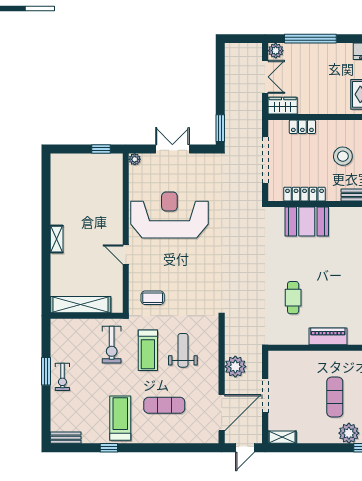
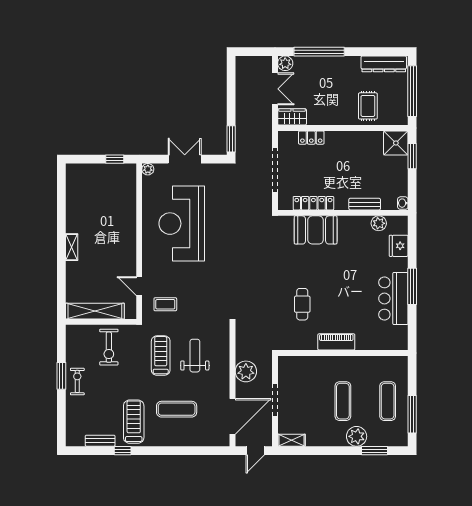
stool: (343, 156) -> (351, 166), removed
reception desk: (169, 215) -> (182, 224), turned -90
door: (126, 255) -> (139, 286), moved
exercise bike: (112, 345) -> (109, 347), moved
treadmill: (148, 350) -> (161, 356), turned 180
exercise bike: (62, 377) -> (77, 381), turned 180
bench: (66, 438) -> (100, 441), moved

